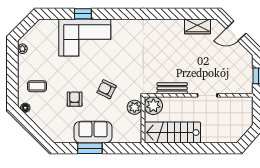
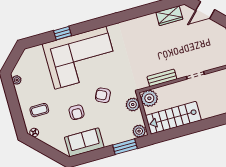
corner sofa: (85, 37) -> (80, 58), width x1.36, depth x1.36
armchair: (75, 99) -> (77, 112), turned 180
sofa: (93, 132) -> (84, 142), moved
plant: (133, 136) -> (139, 131), added
window: (90, 148) -> (125, 147), moved

